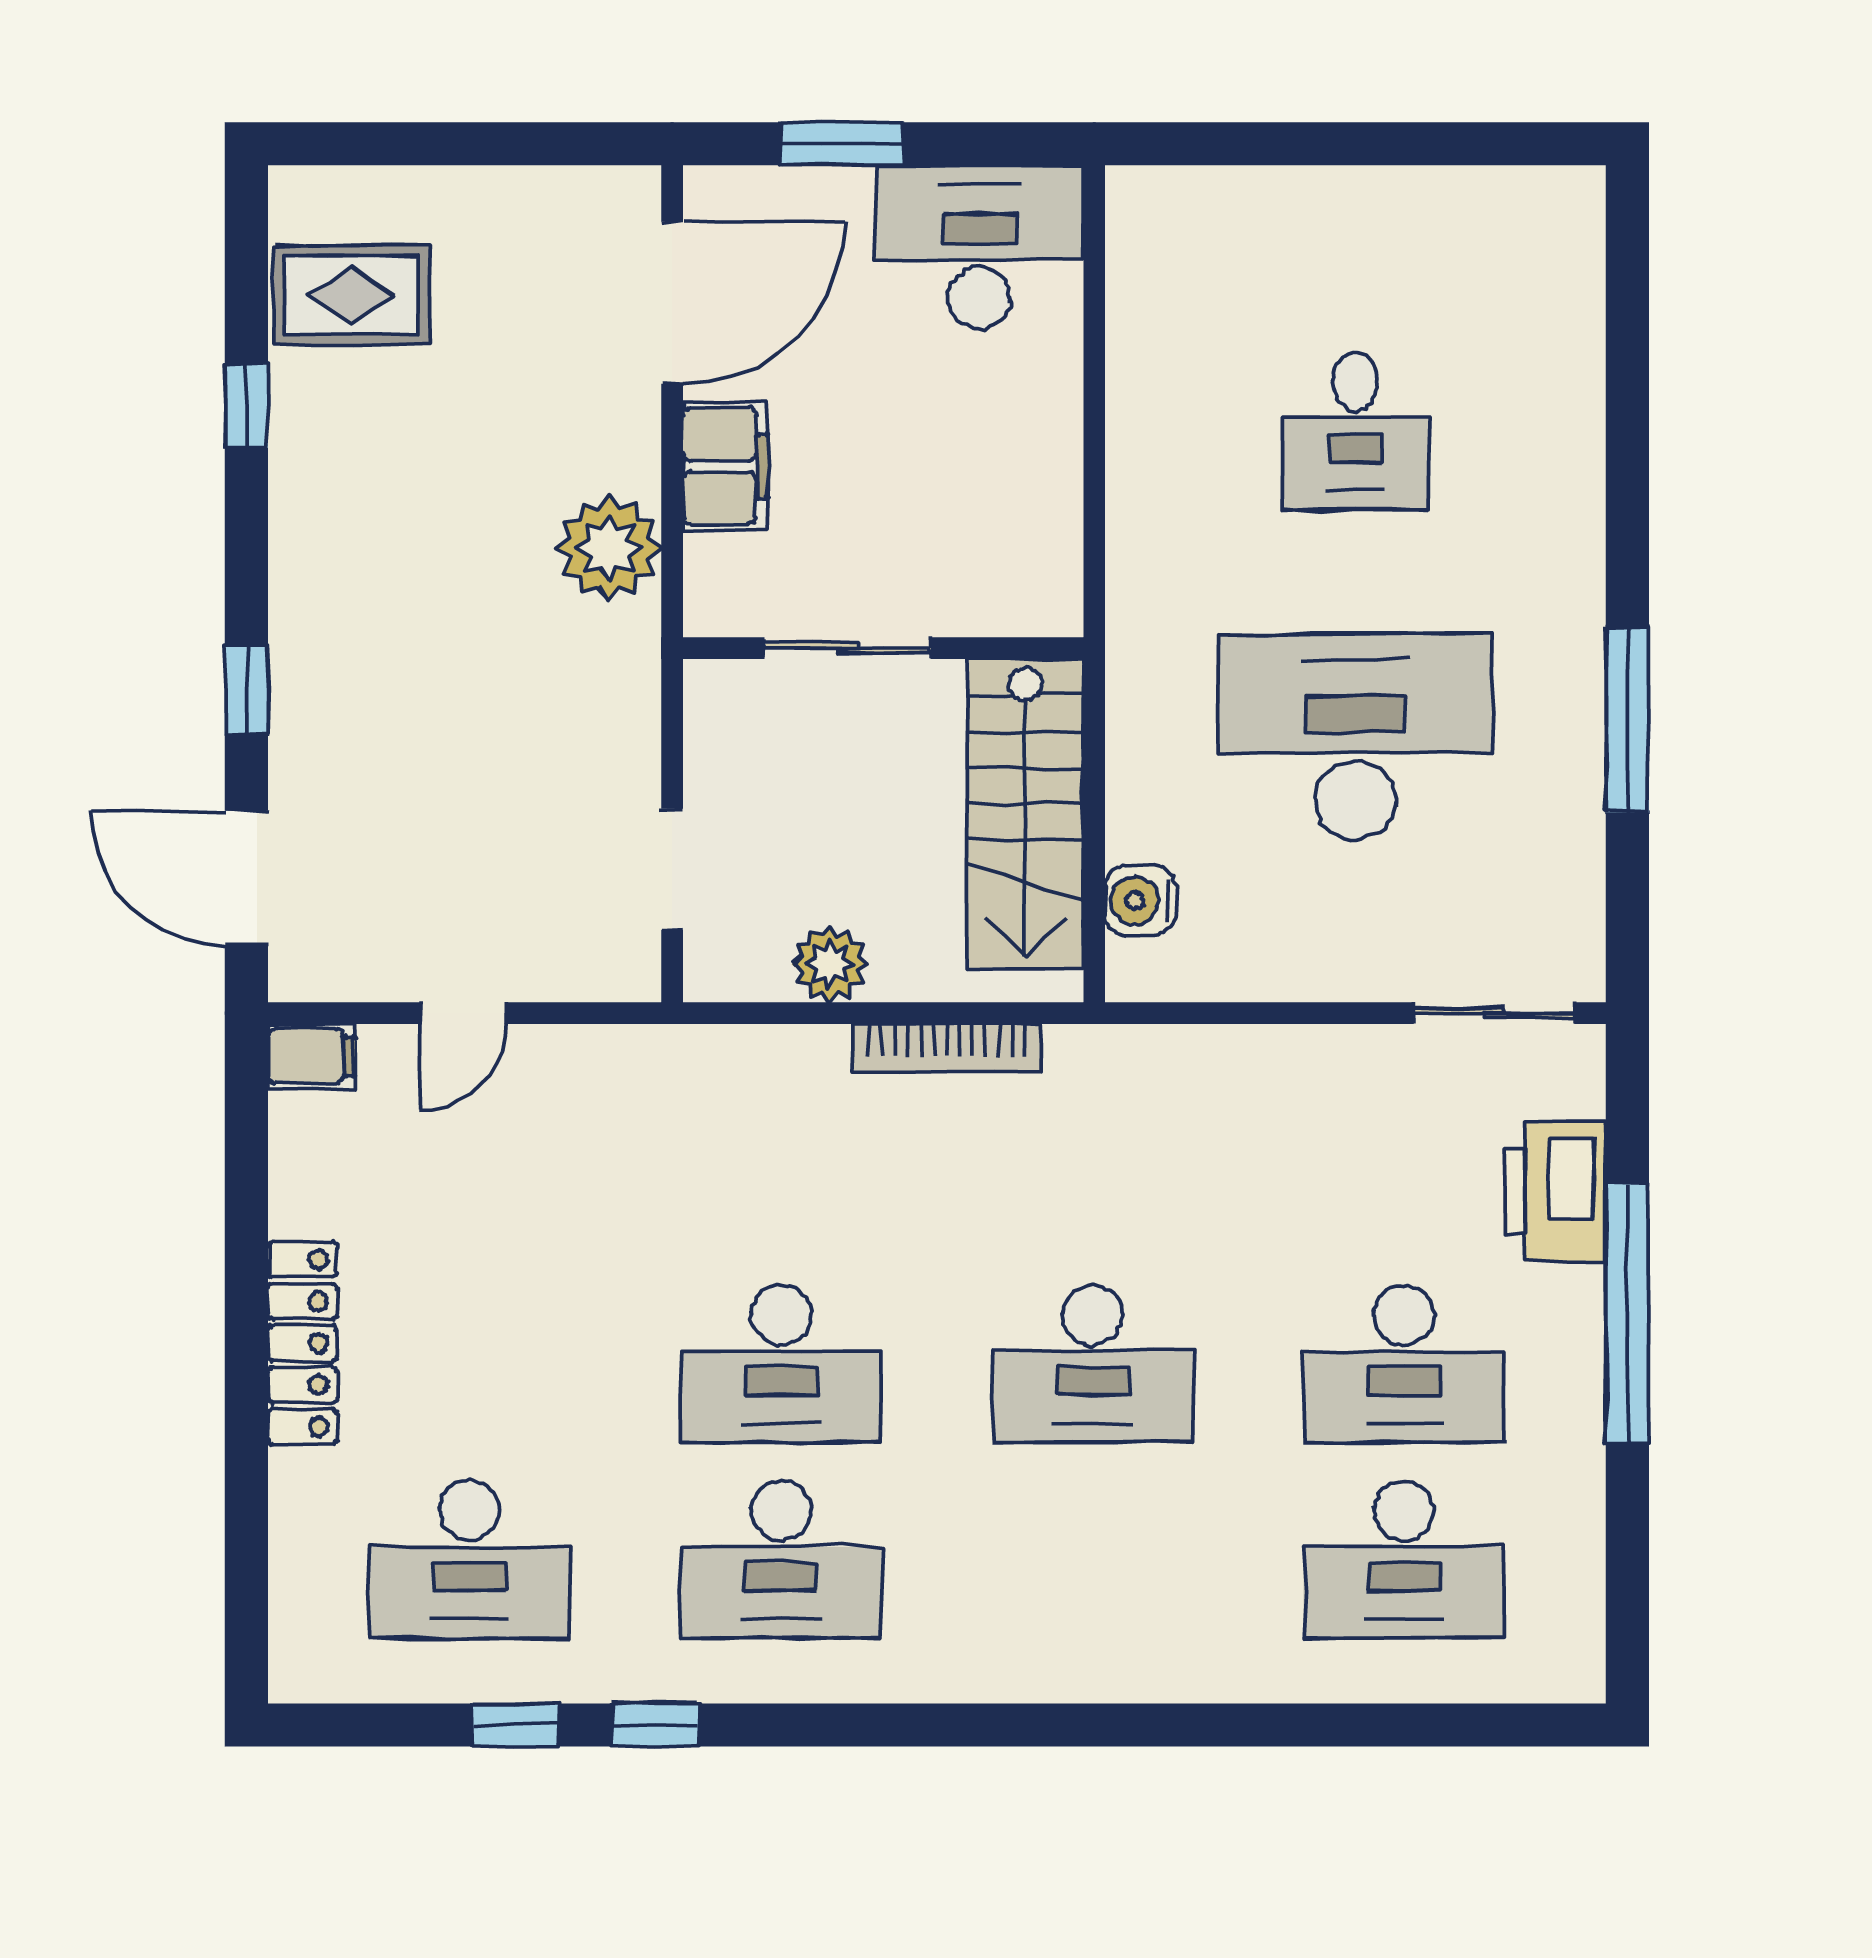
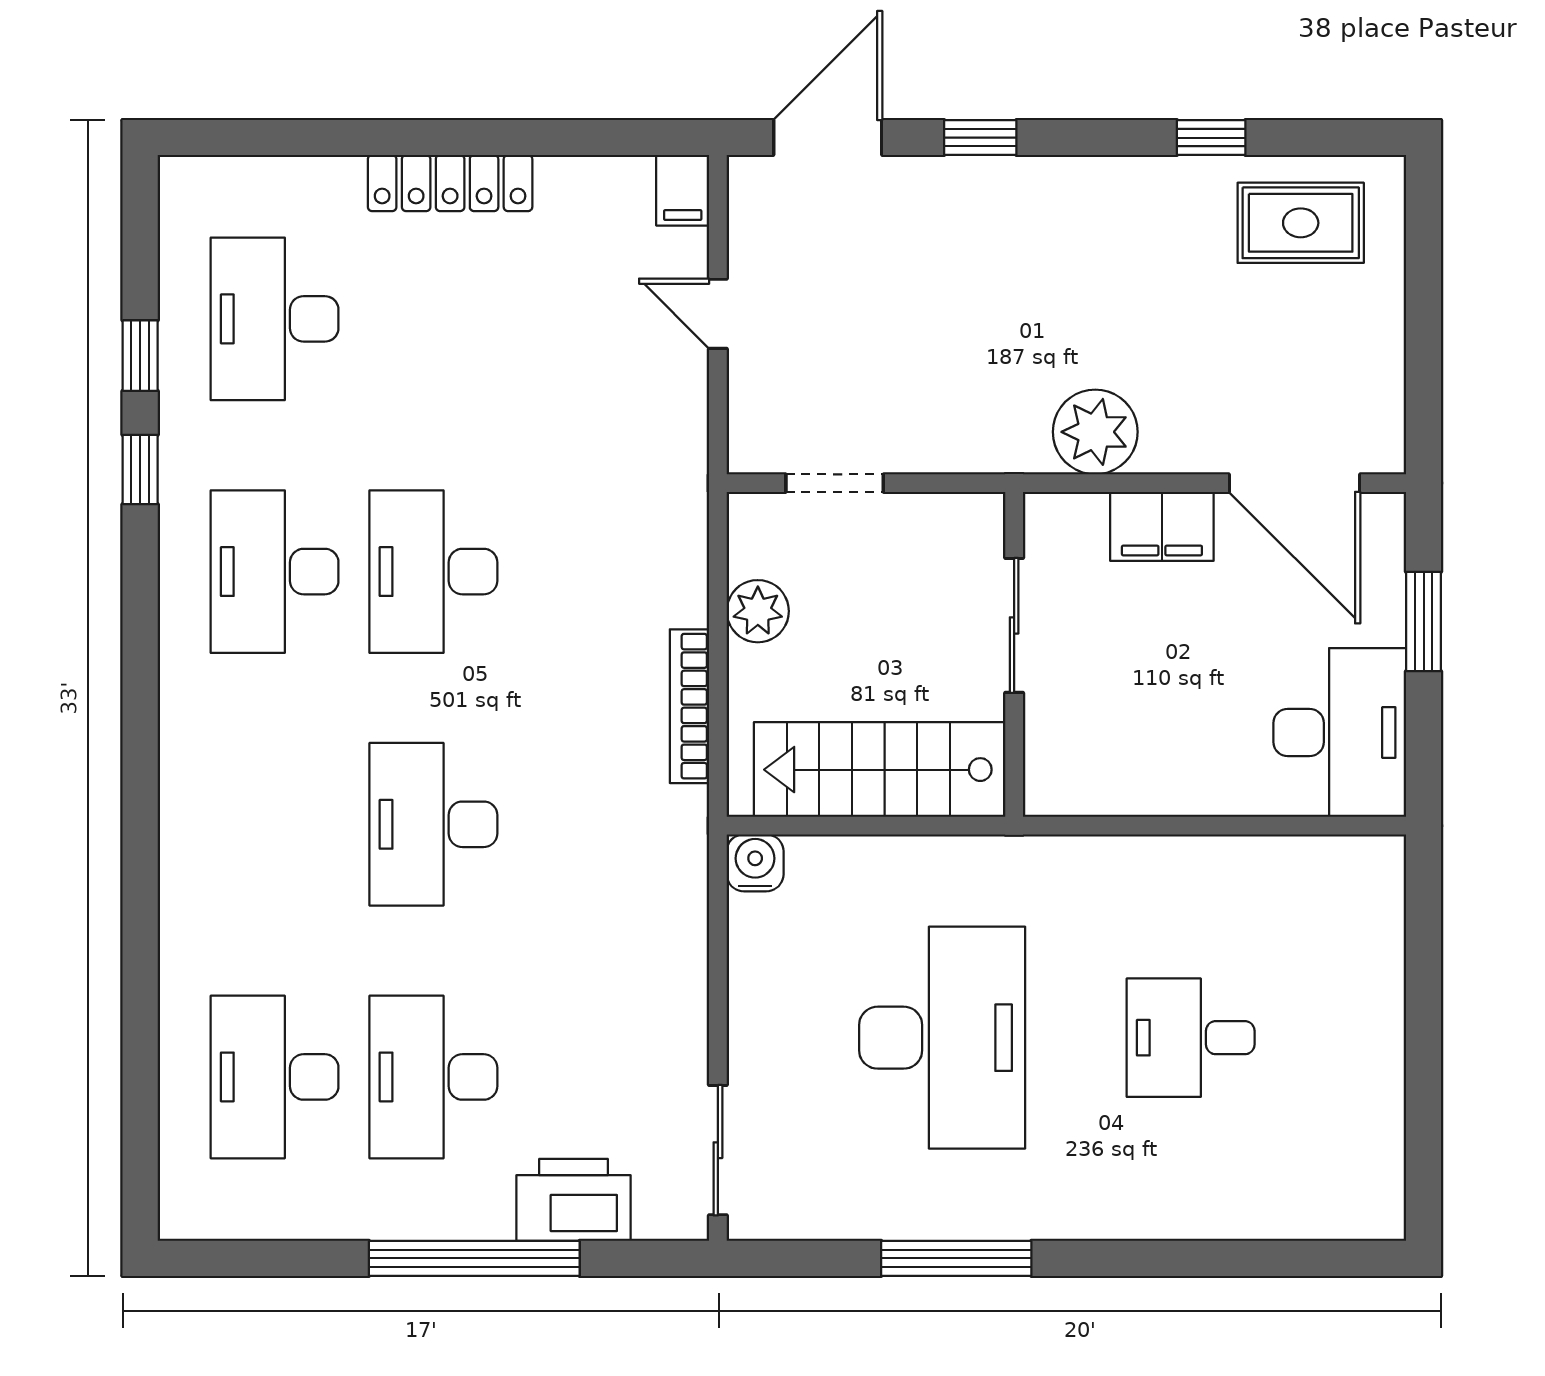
rug: (351, 295) -> (1301, 223), turned 90
water cooler: (1140, 901) -> (755, 863), moved

